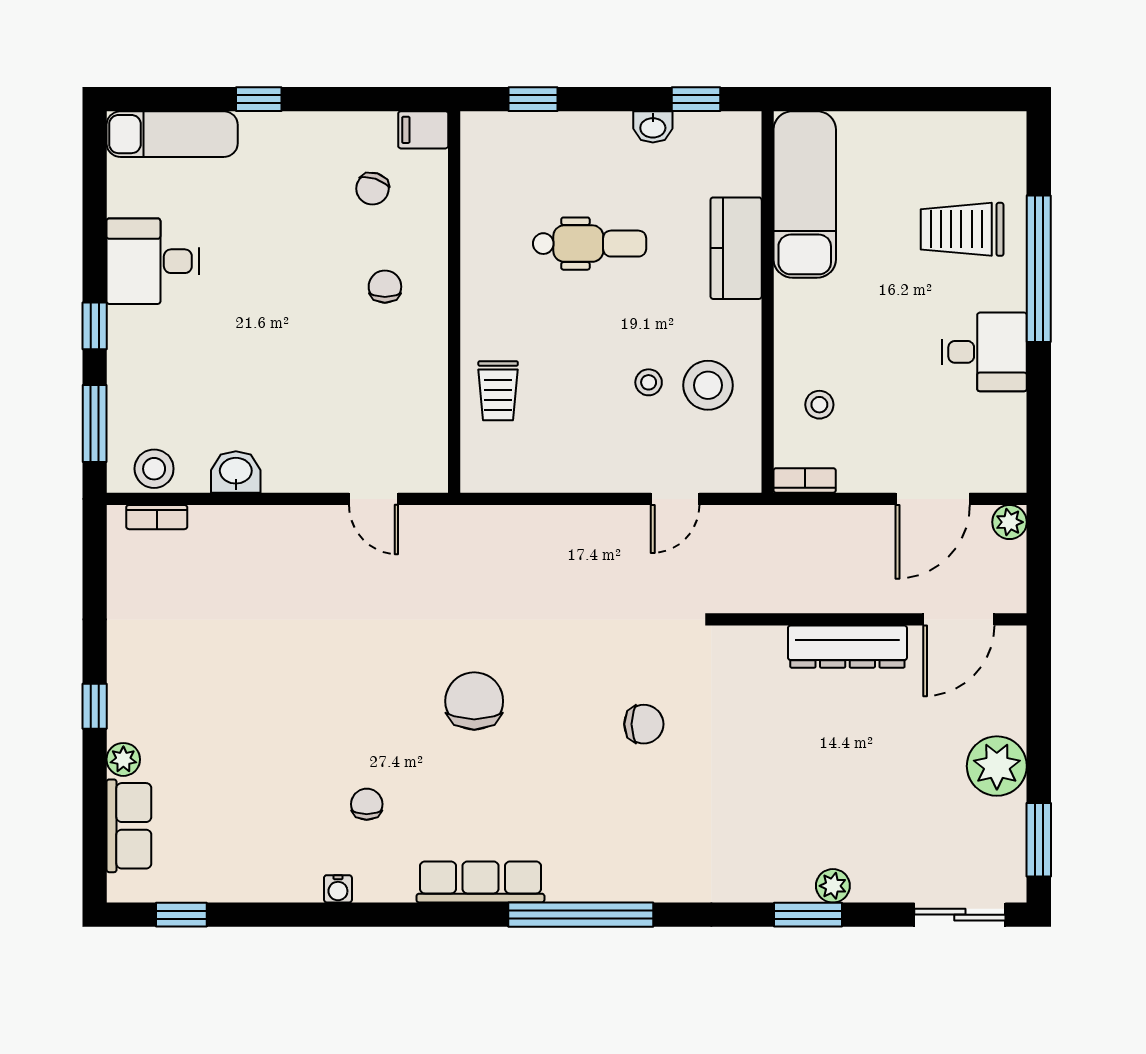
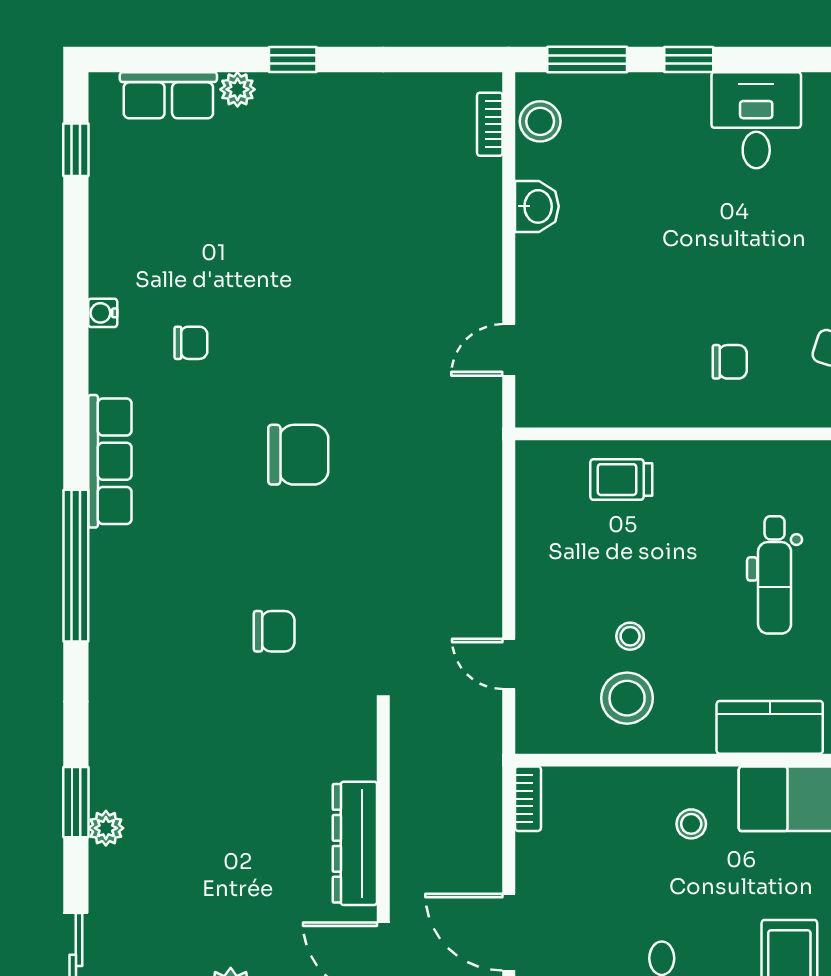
stool: (819, 405) -> (691, 824), moved
chair: (644, 724) -> (274, 631), turned -90

